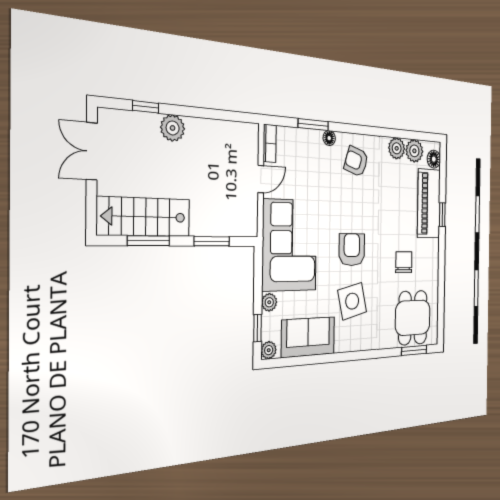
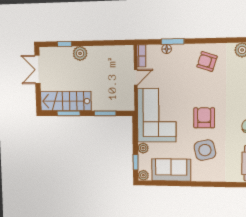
floor lamp: (329, 138) -> (167, 49), moved

